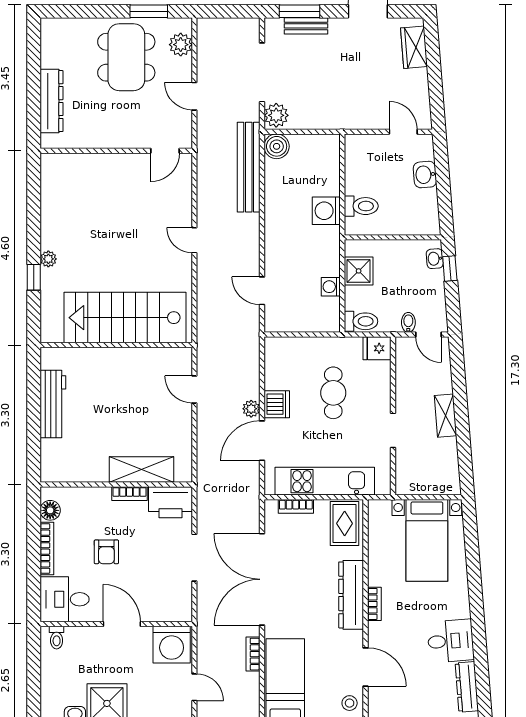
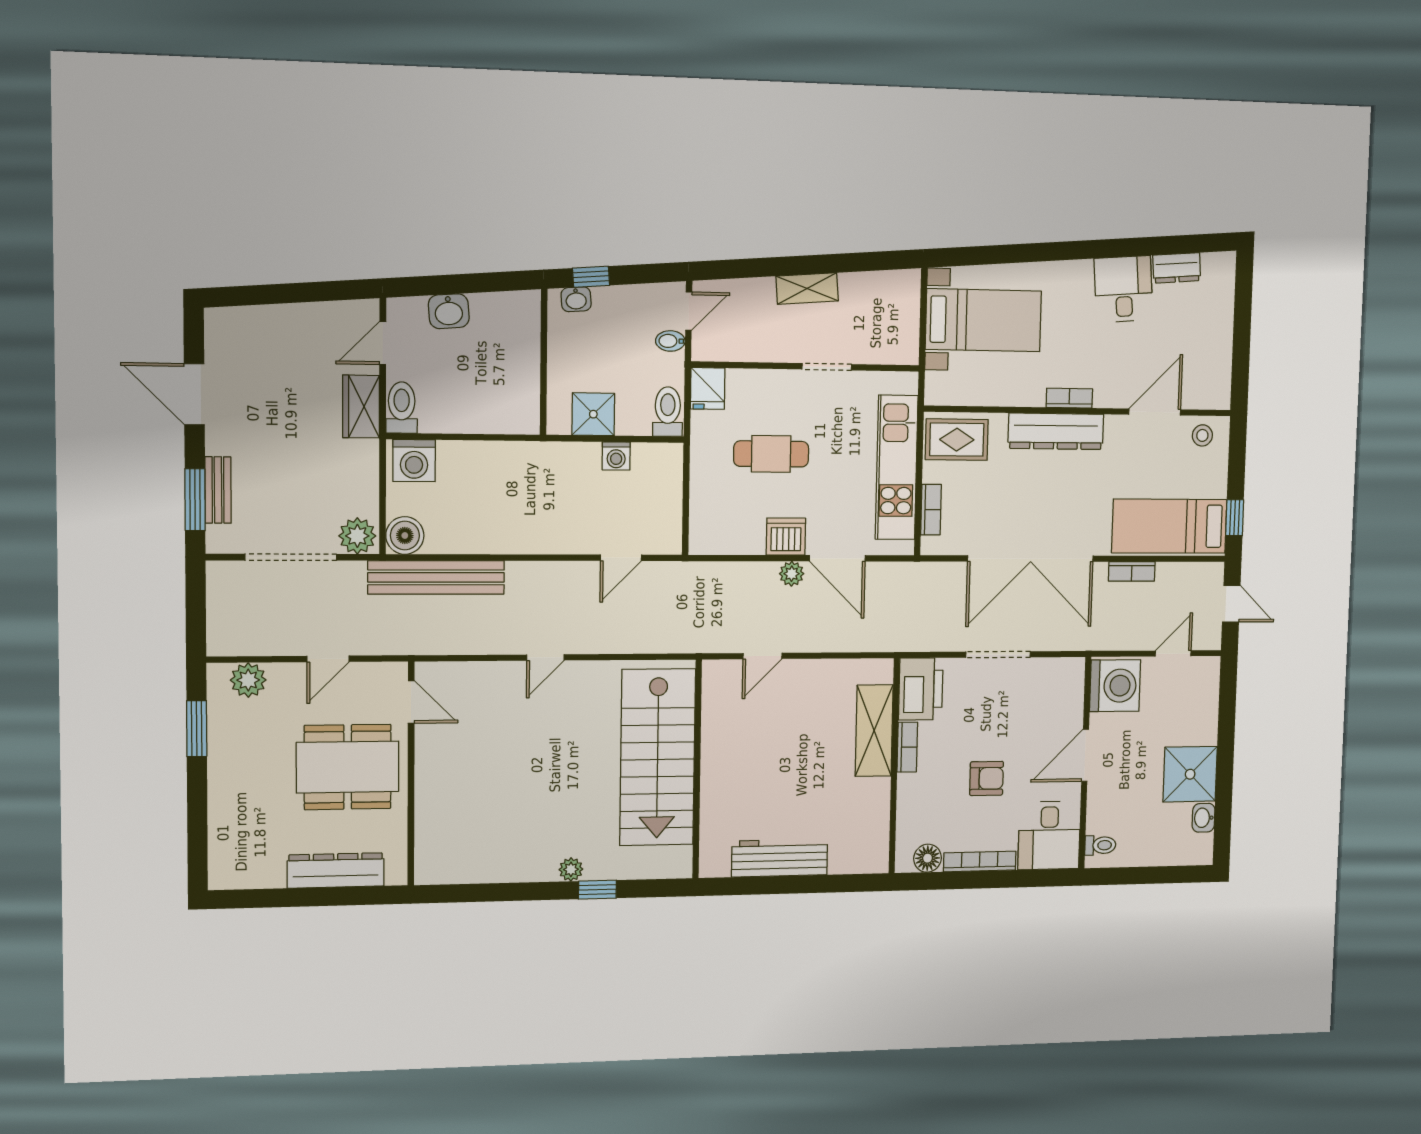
wardrobe: (414, 47) -> (361, 407), moved, turned 95
dining table: (126, 57) -> (348, 767), moved
toilet: (361, 206) -> (402, 408), moved
washing machine: (326, 211) -> (414, 461), moved
dresser: (467, 687) -> (1177, 268), width x0.70

